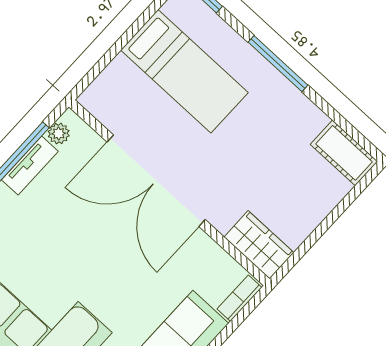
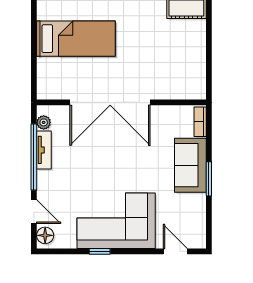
wardrobe: (259, 245) -> (186, 88), removed

